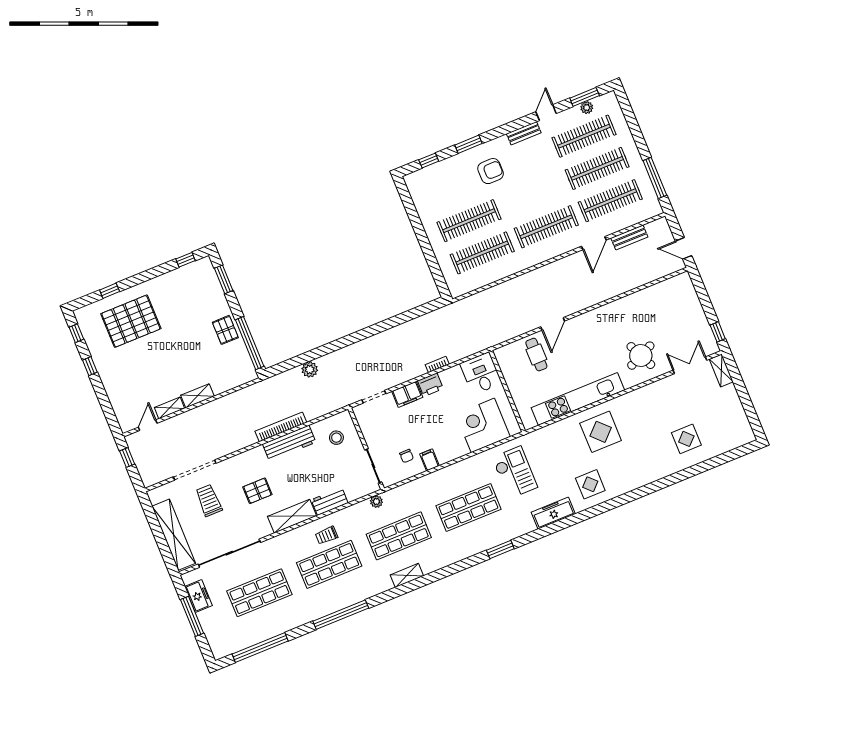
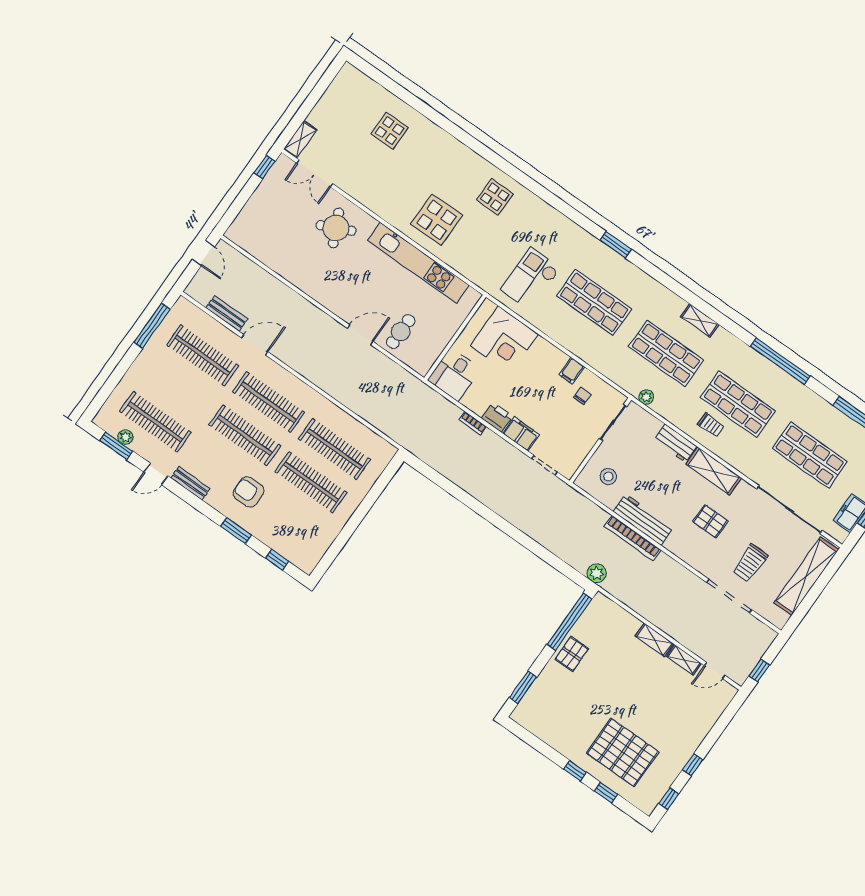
clothes rail: (597, 168) -> (245, 435), moved
window: (185, 260) -> (575, 771), moved
plant: (310, 369) -> (597, 573), moved
freezer: (553, 513) -> (546, 215), removed

